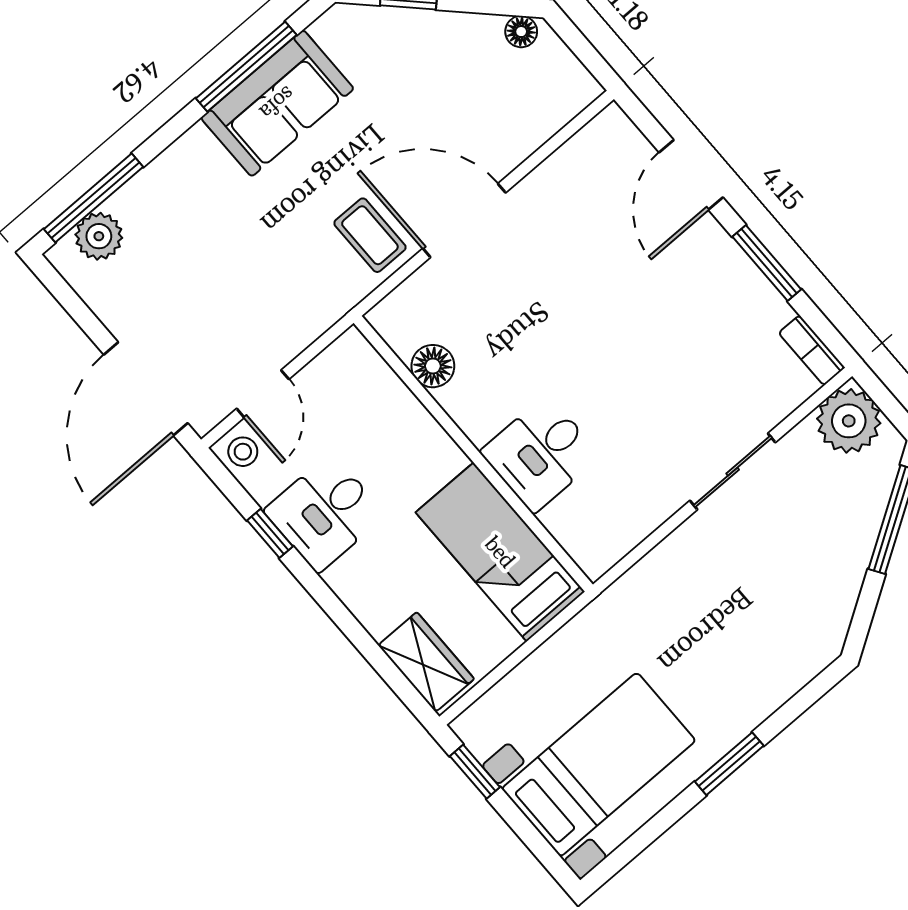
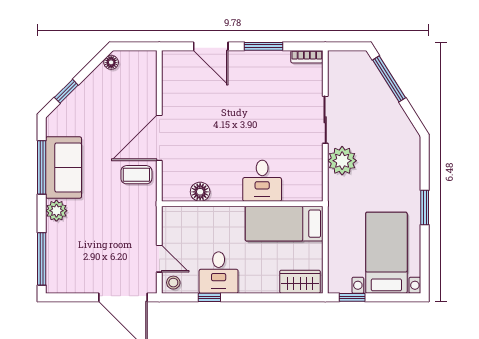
plant: (99, 236) -> (56, 211), moved
plant: (849, 421) -> (342, 161), moved

